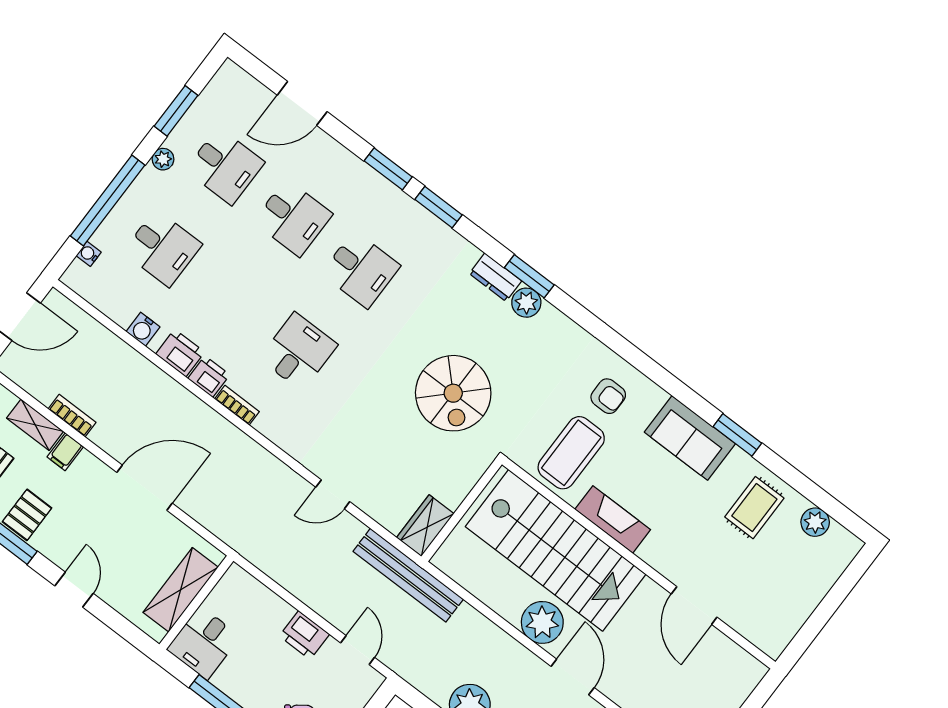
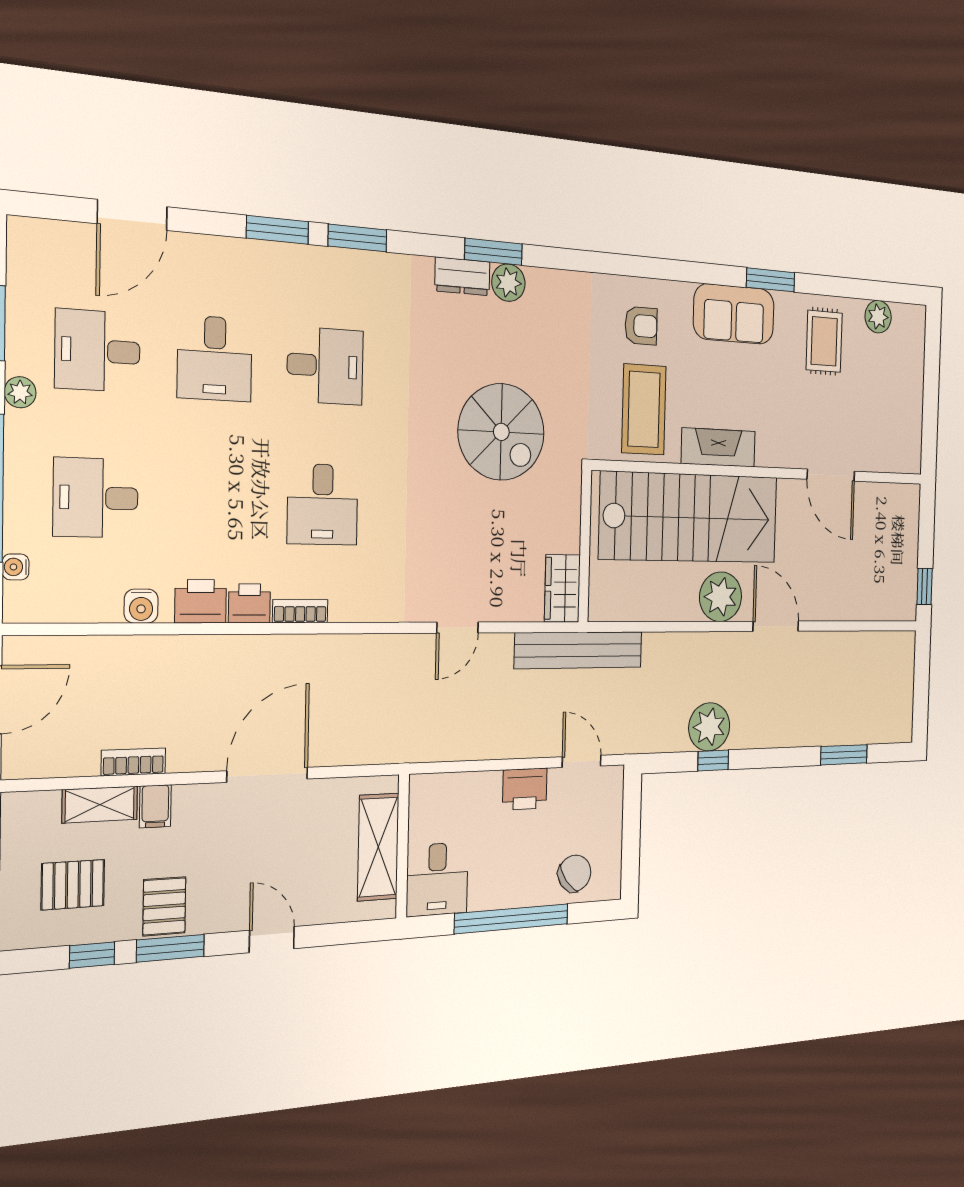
desk: (225, 166) -> (98, 351), turned 180
desk: (293, 218) -> (215, 358), turned 90
desk: (162, 248) -> (96, 498), turned 180
desk: (298, 352) -> (323, 504), turned 180

